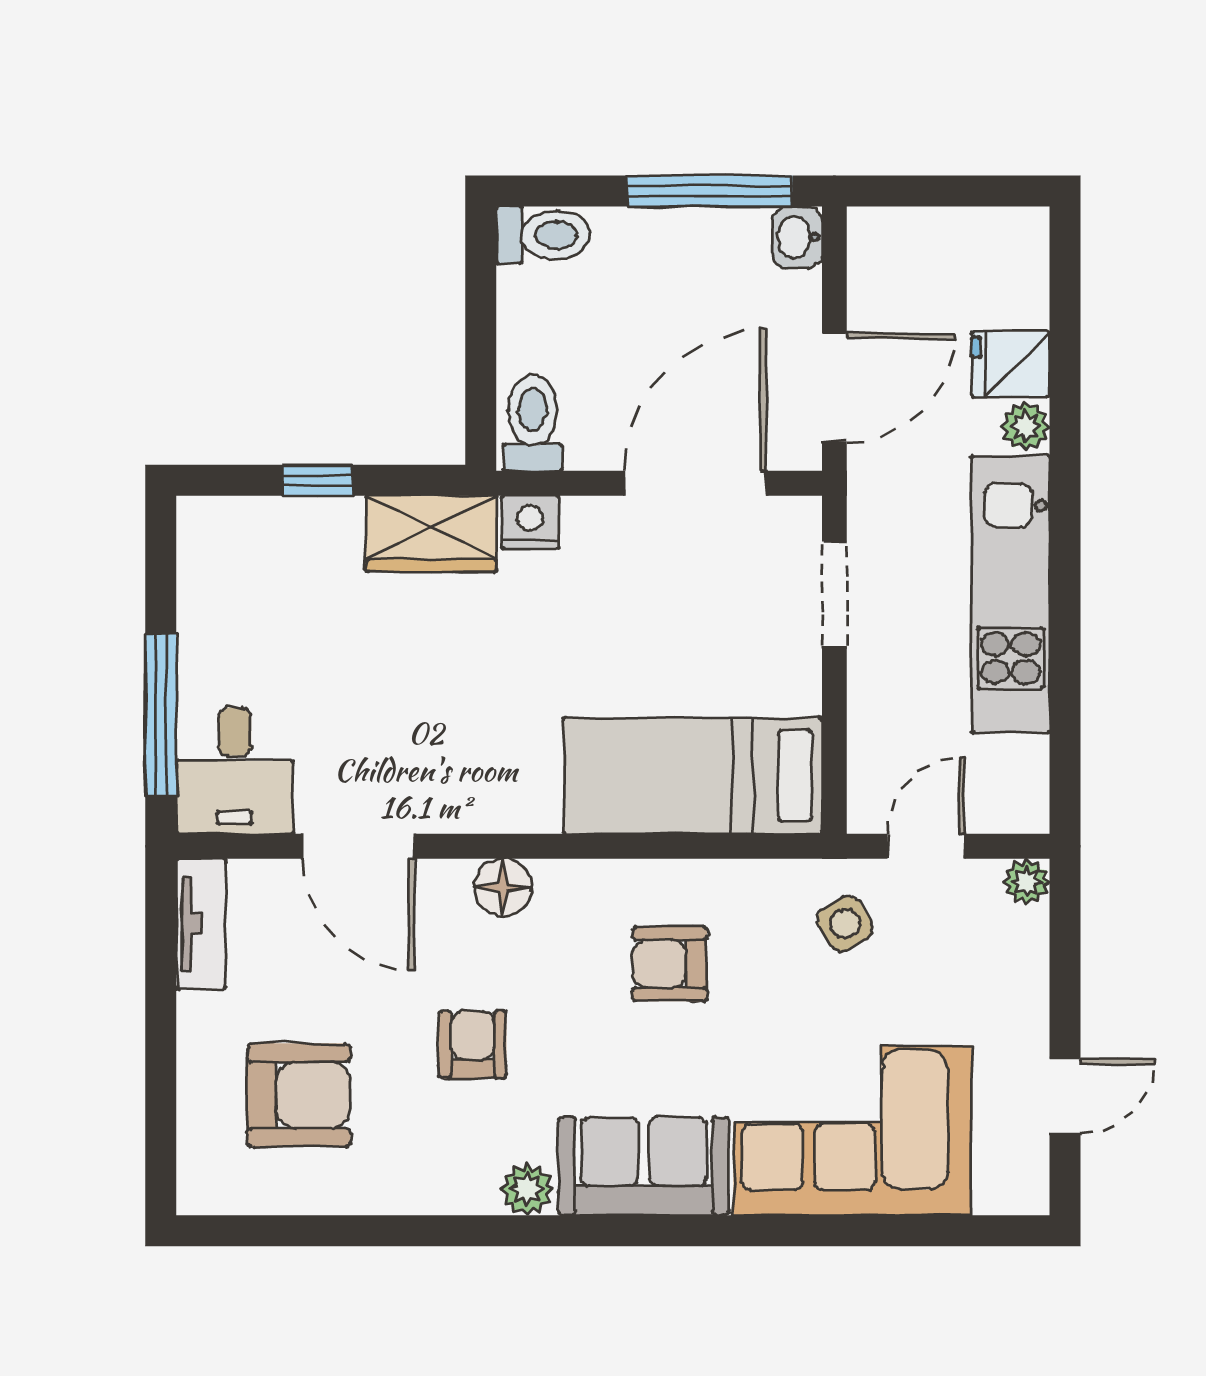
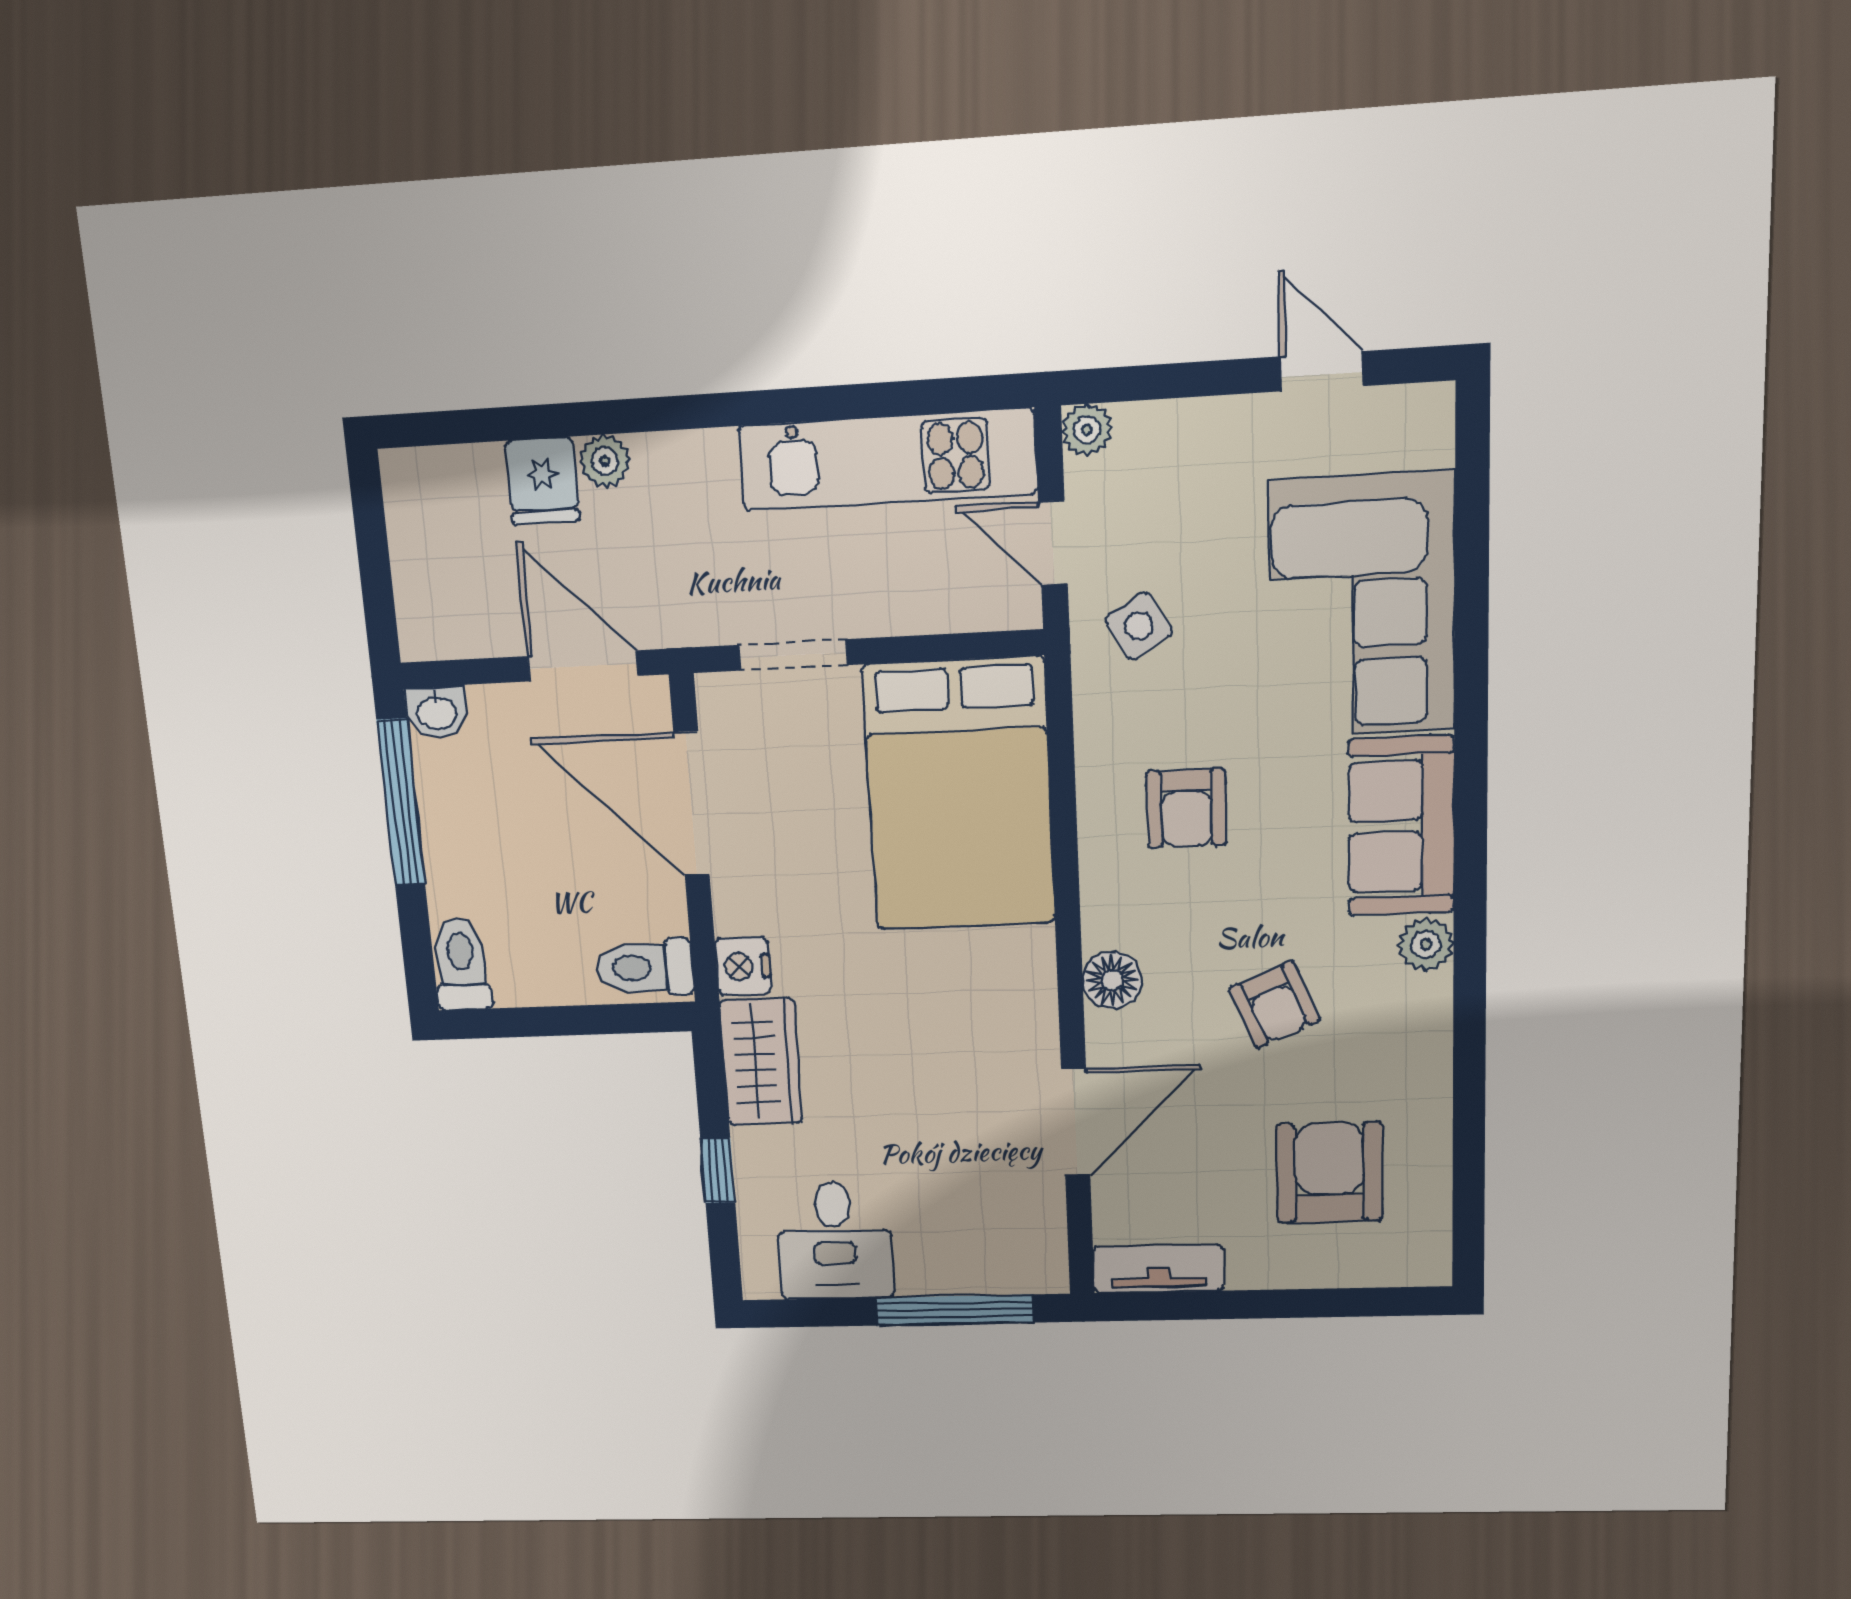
kitchen unit: (1011, 594) -> (888, 460), moved
desk: (235, 771) -> (834, 1240), moved, turned 90
bed: (693, 776) -> (959, 794), width x1.50
armchair: (473, 1045) -> (1275, 1005), turned -113

